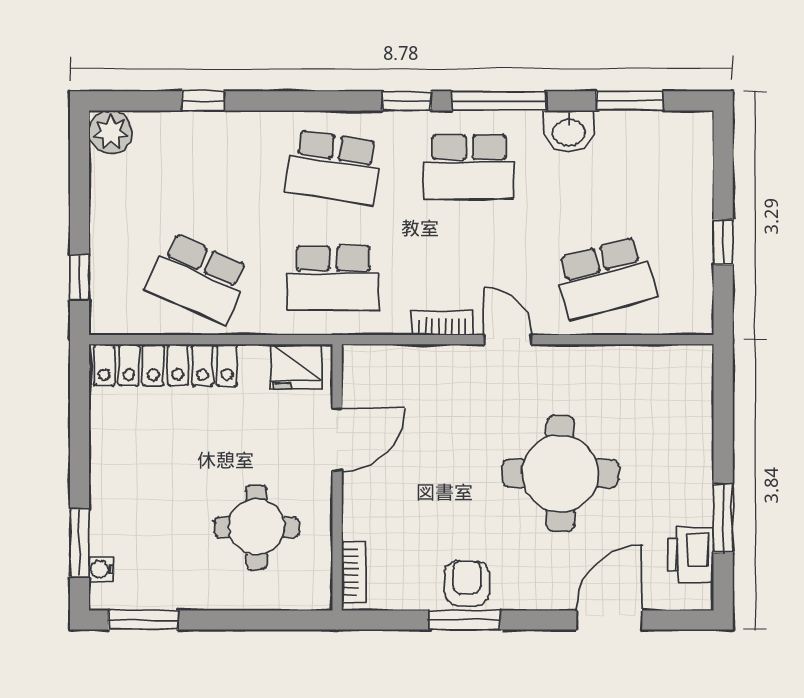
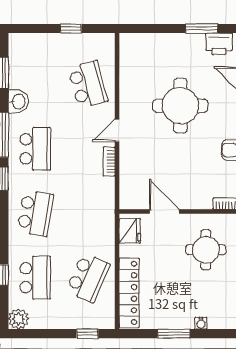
school desk: (333, 278) -> (35, 278), moved
window: (79, 543) -> (174, 334), moved
water cooler: (101, 569) -> (201, 323), moved

